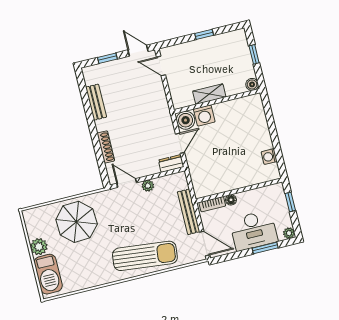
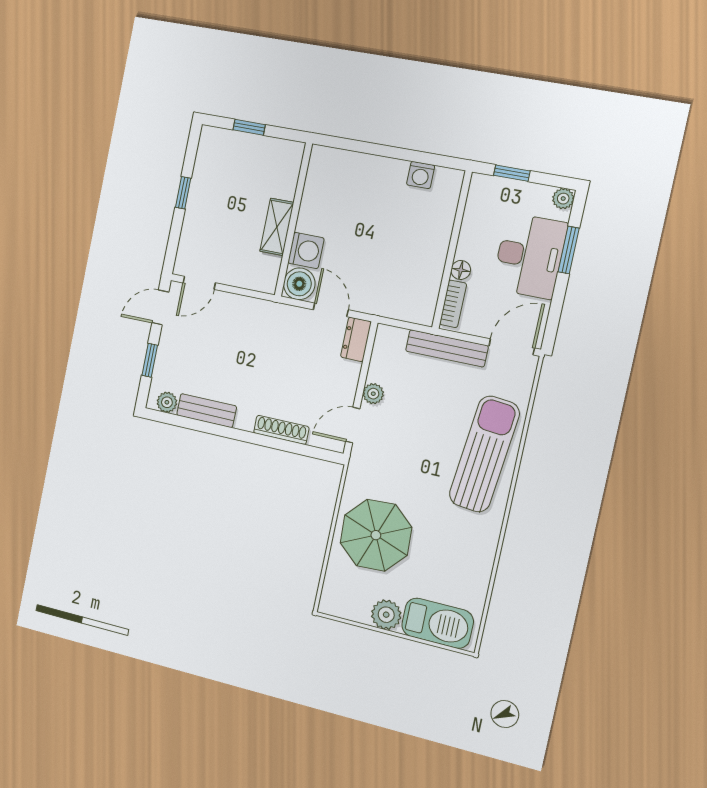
plant: (90, 78) -> (167, 402), added
boiler: (252, 84) -> (294, 151), removed

